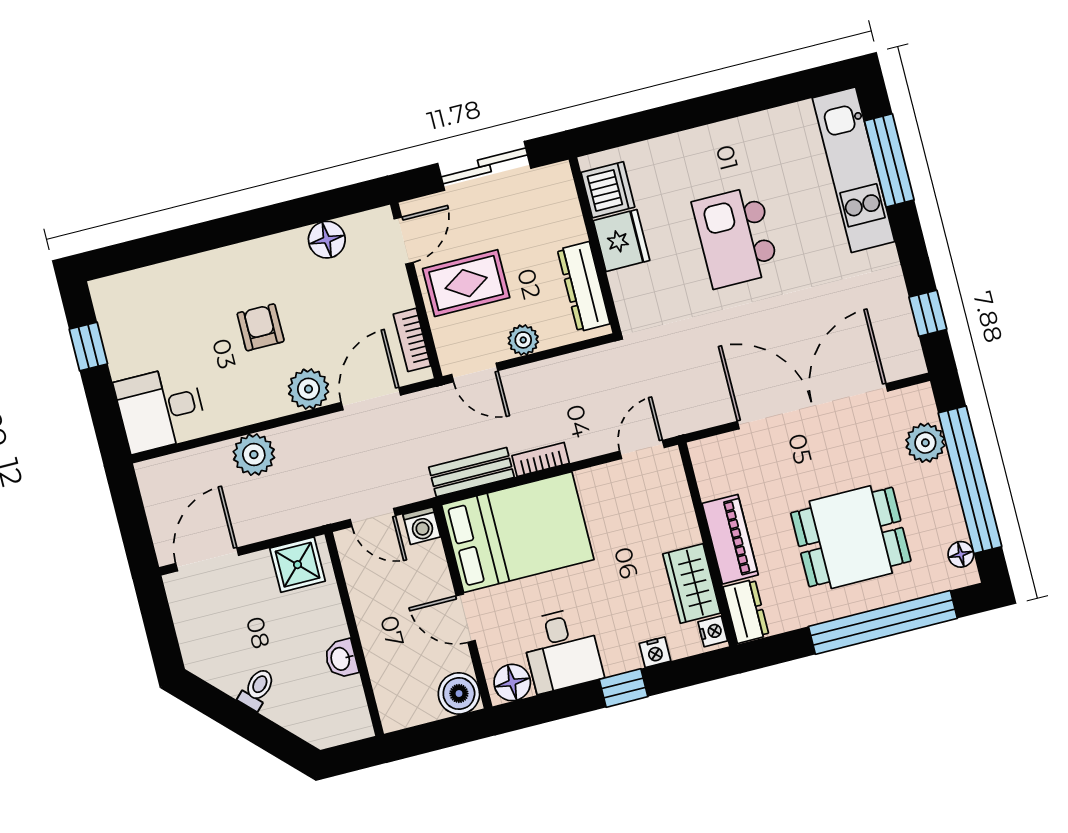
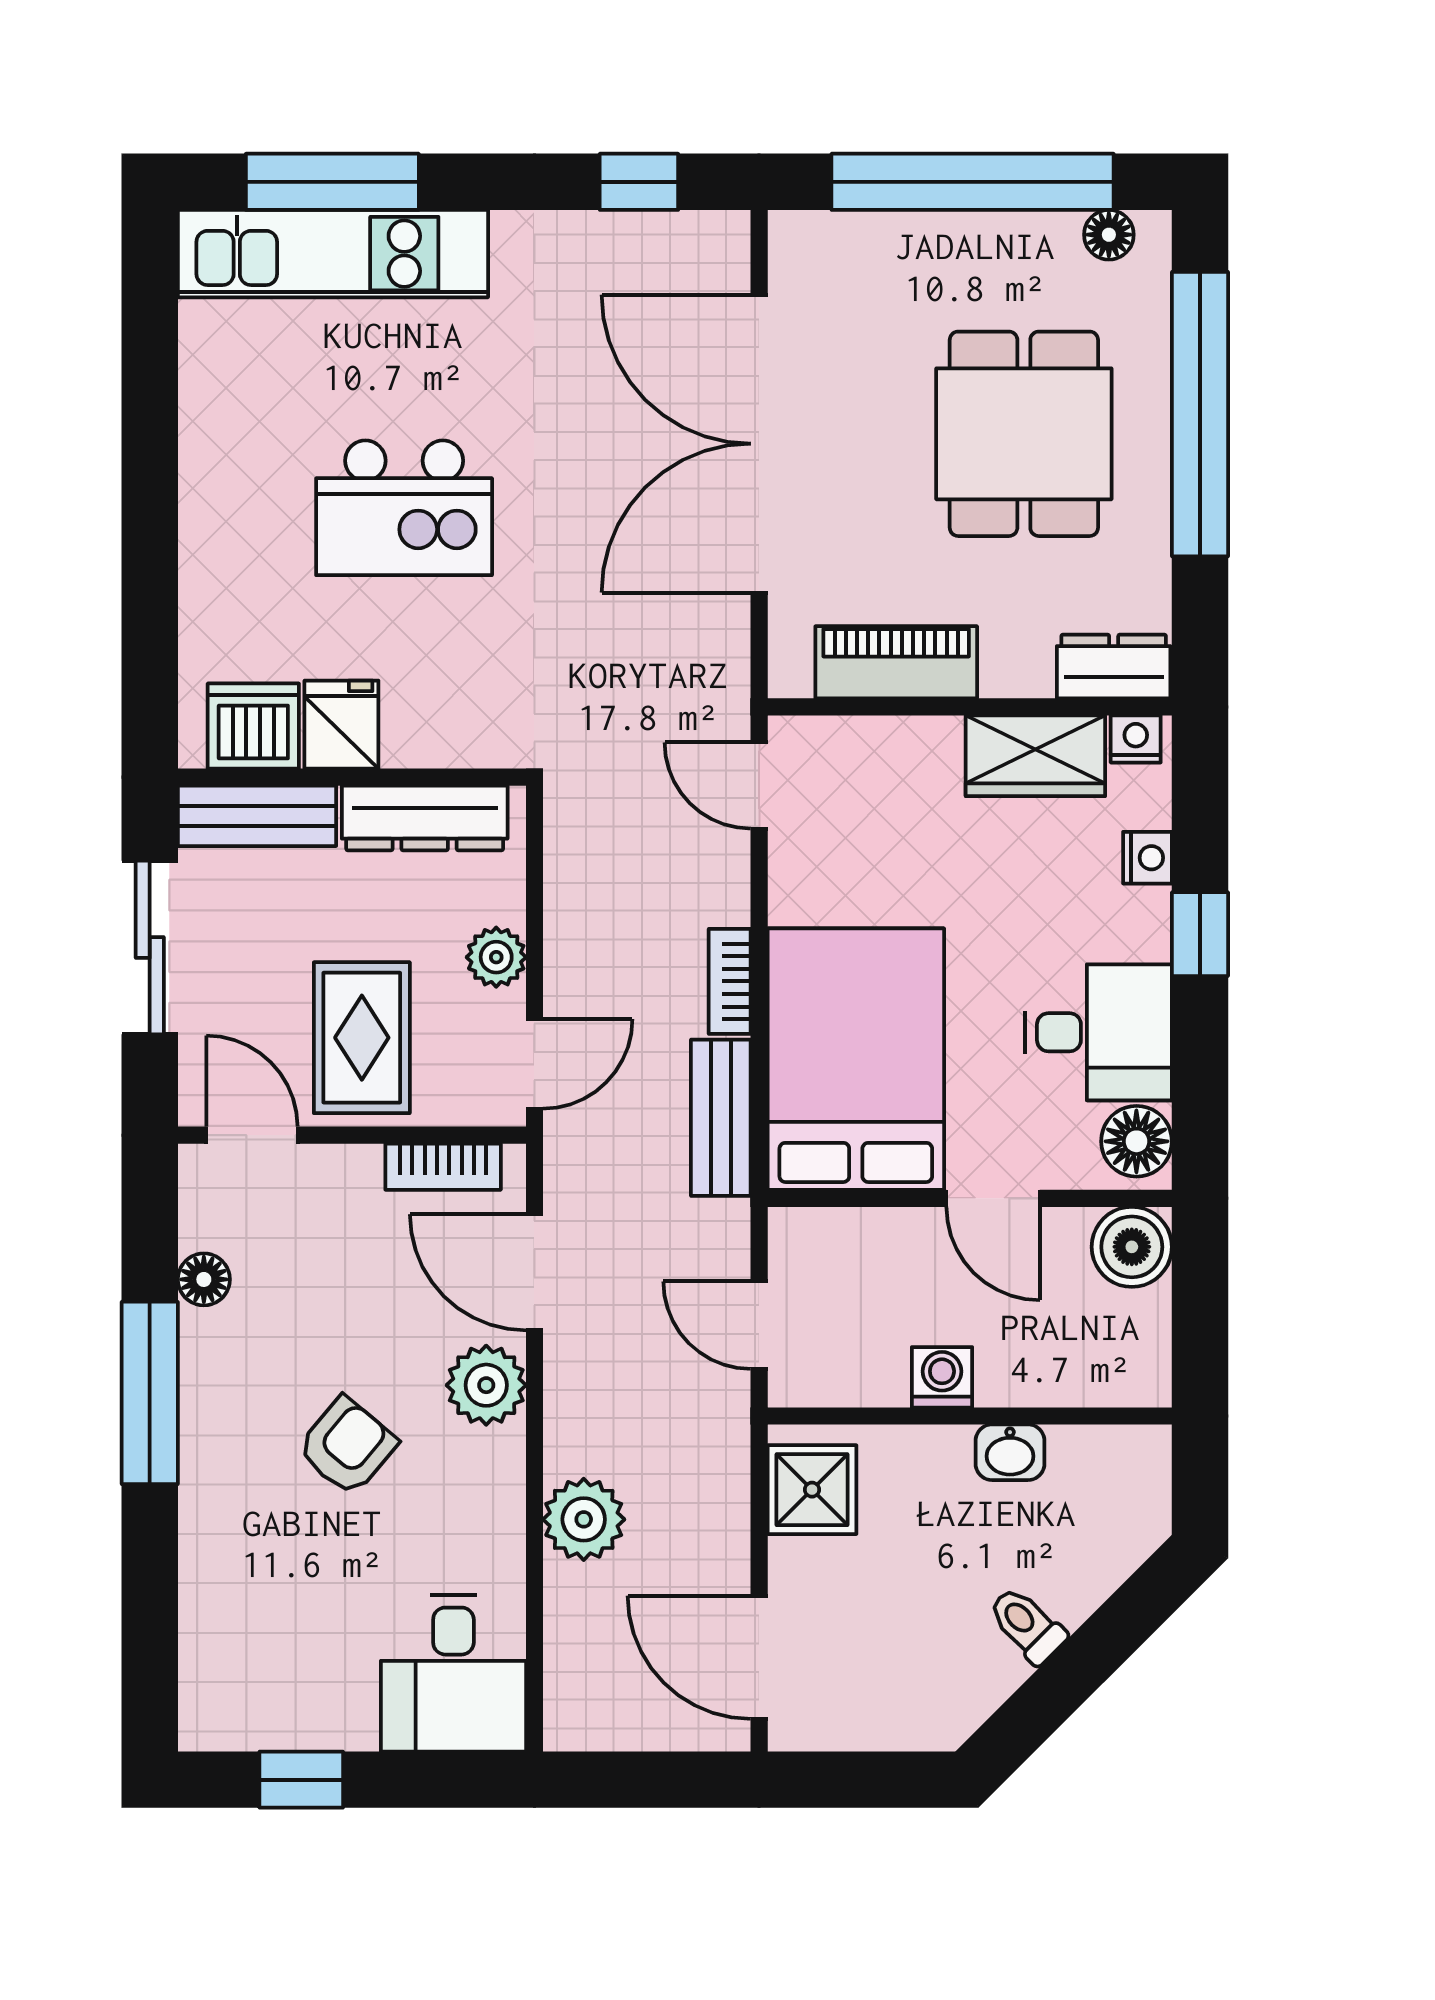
bench: (564, 203) -> (257, 816), added
window: (262, 222) -> (150, 1393), added
floor lamp: (327, 240) -> (204, 1279), width x0.73, depth x0.73
fridge: (621, 241) -> (341, 725), width x0.72
armchair: (261, 327) -> (347, 1446), turned 130
plant: (925, 443) -> (882, 248), removed
door: (373, 518) -> (759, 1325), swing flipped
washing machine: (422, 526) -> (942, 1377), moved, turned -90
piano: (730, 539) -> (896, 662), moved
door: (466, 618) -> (993, 1198), hinge flipped

